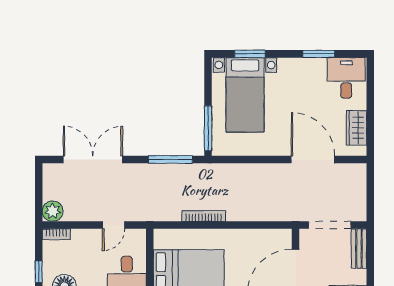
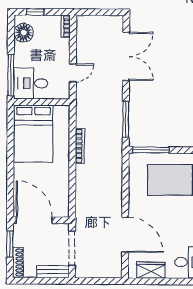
door: (313, 160) -> (125, 235), hinge flipped
plant: (53, 211) -> (84, 23), removed
door: (114, 225) -> (73, 73), swing flipped

